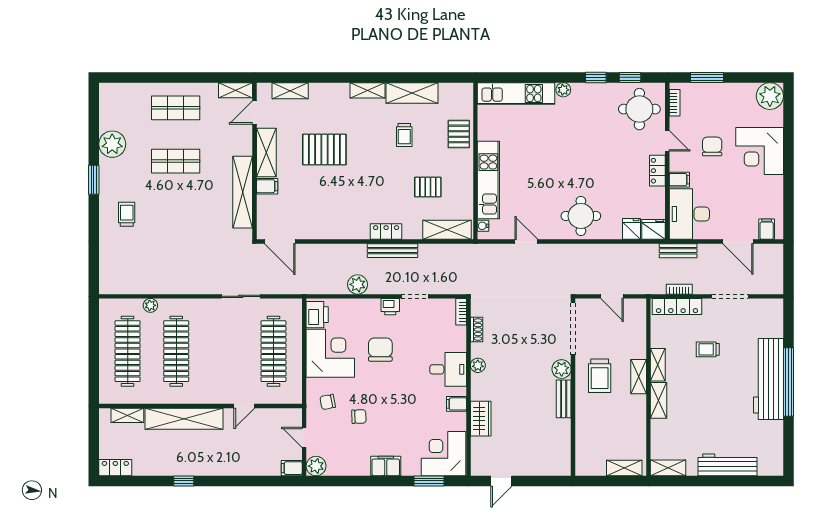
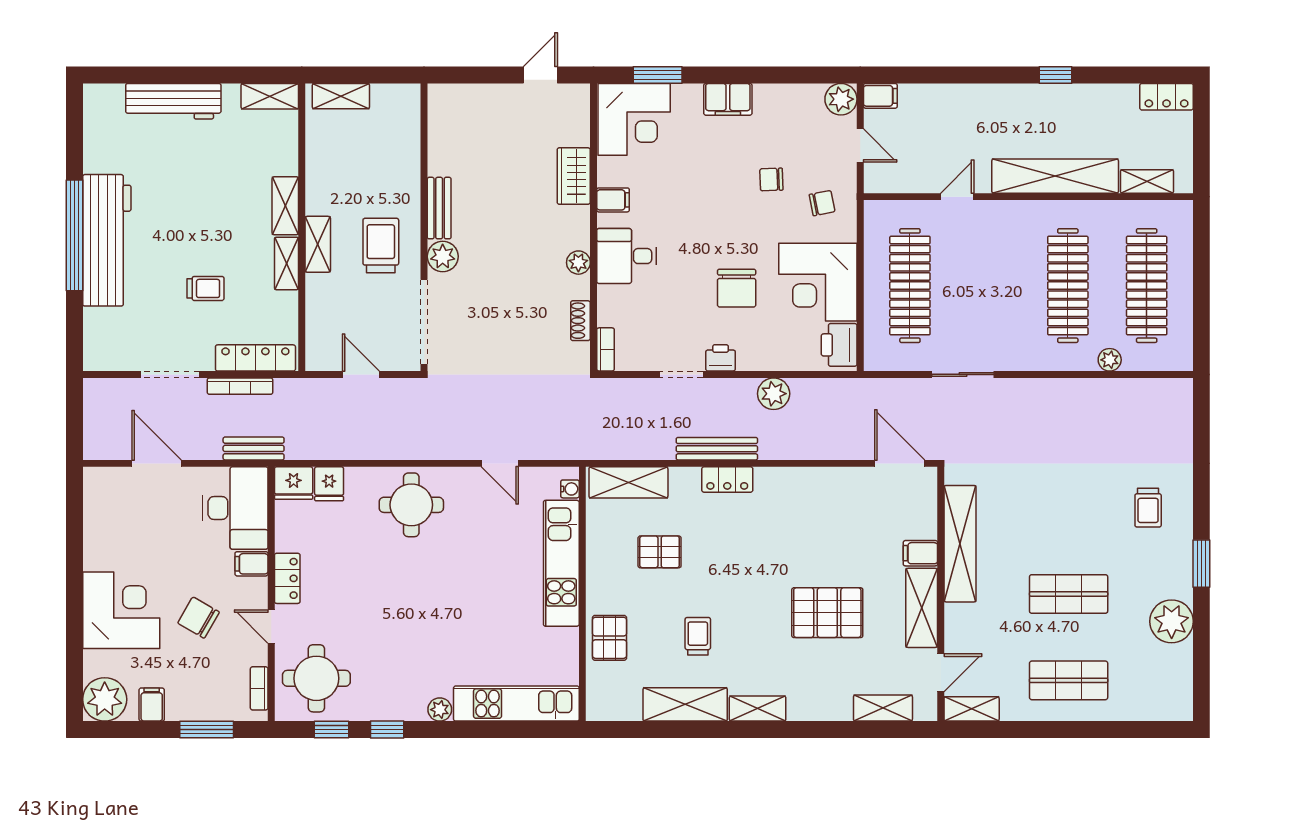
chair: (712, 146) -> (198, 618), turned 120
filing cabinet: (767, 229) -> (152, 705), moved, turned 180
bookcase: (679, 289) -> (240, 386), width x1.56

